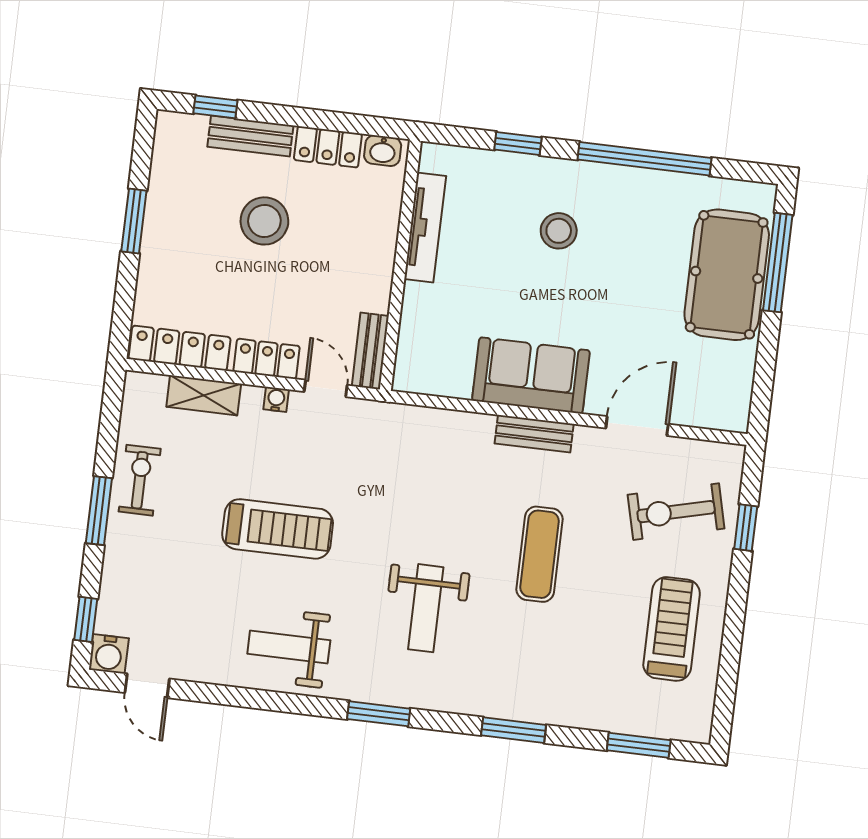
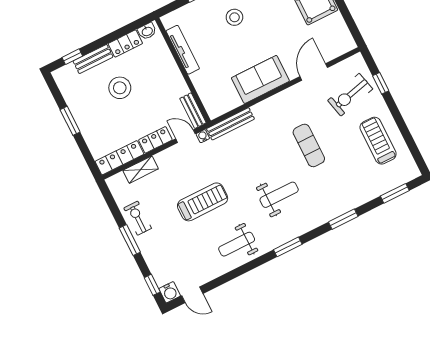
water cooler: (276, 399) -> (203, 136), moved
bench: (534, 434) -> (230, 124), moved, width x1.36
weight bench: (426, 608) -> (279, 195), turned -90

